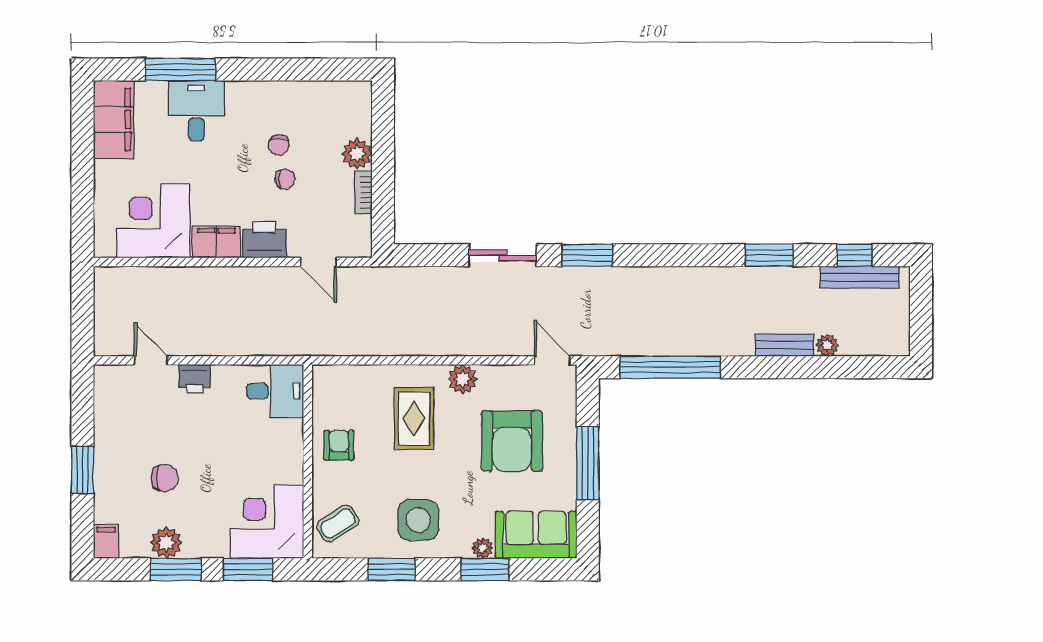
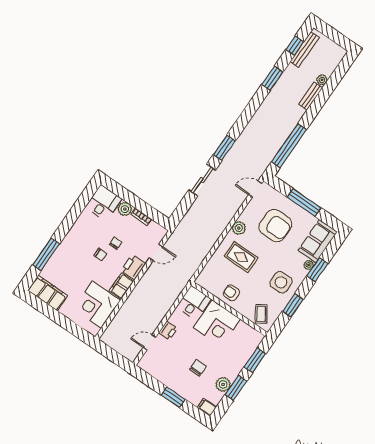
desk: (196, 111) -> (104, 203), moved, turned 90
chair: (279, 145) -> (100, 254), moved
corner desk: (267, 522) -> (217, 323), moved, turned -90

